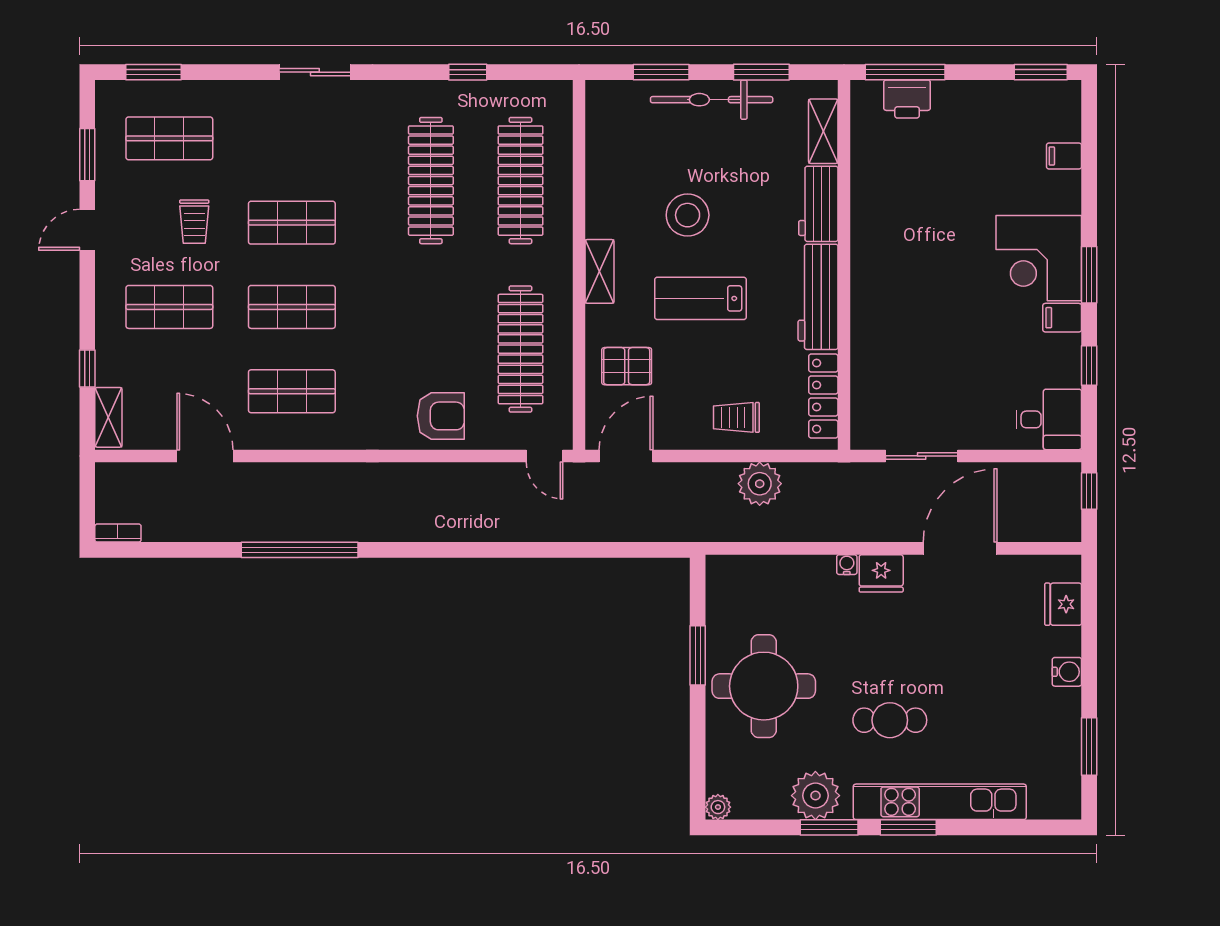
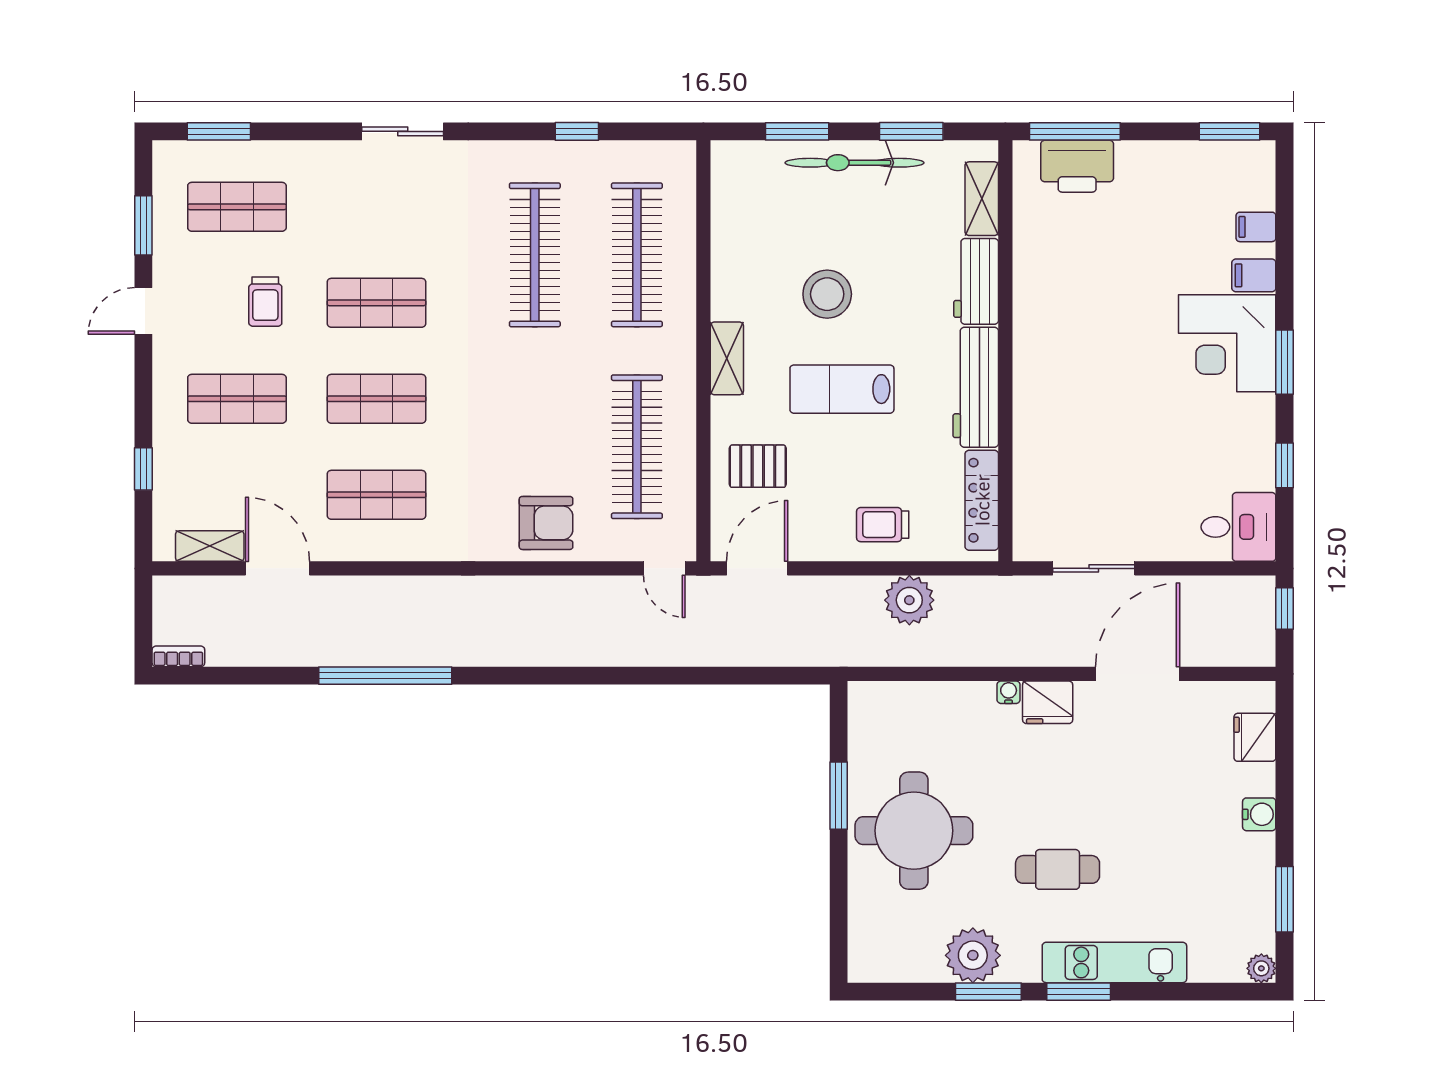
printer: (907, 99) -> (1077, 166), width x1.37, depth x1.19
filing cabinet: (1062, 318) -> (1254, 275), moved
shelving: (108, 417) -> (210, 546), moved, turned 90
kitchen unit: (940, 802) -> (1114, 962), width x0.73
plant: (718, 807) -> (1261, 968), moved

